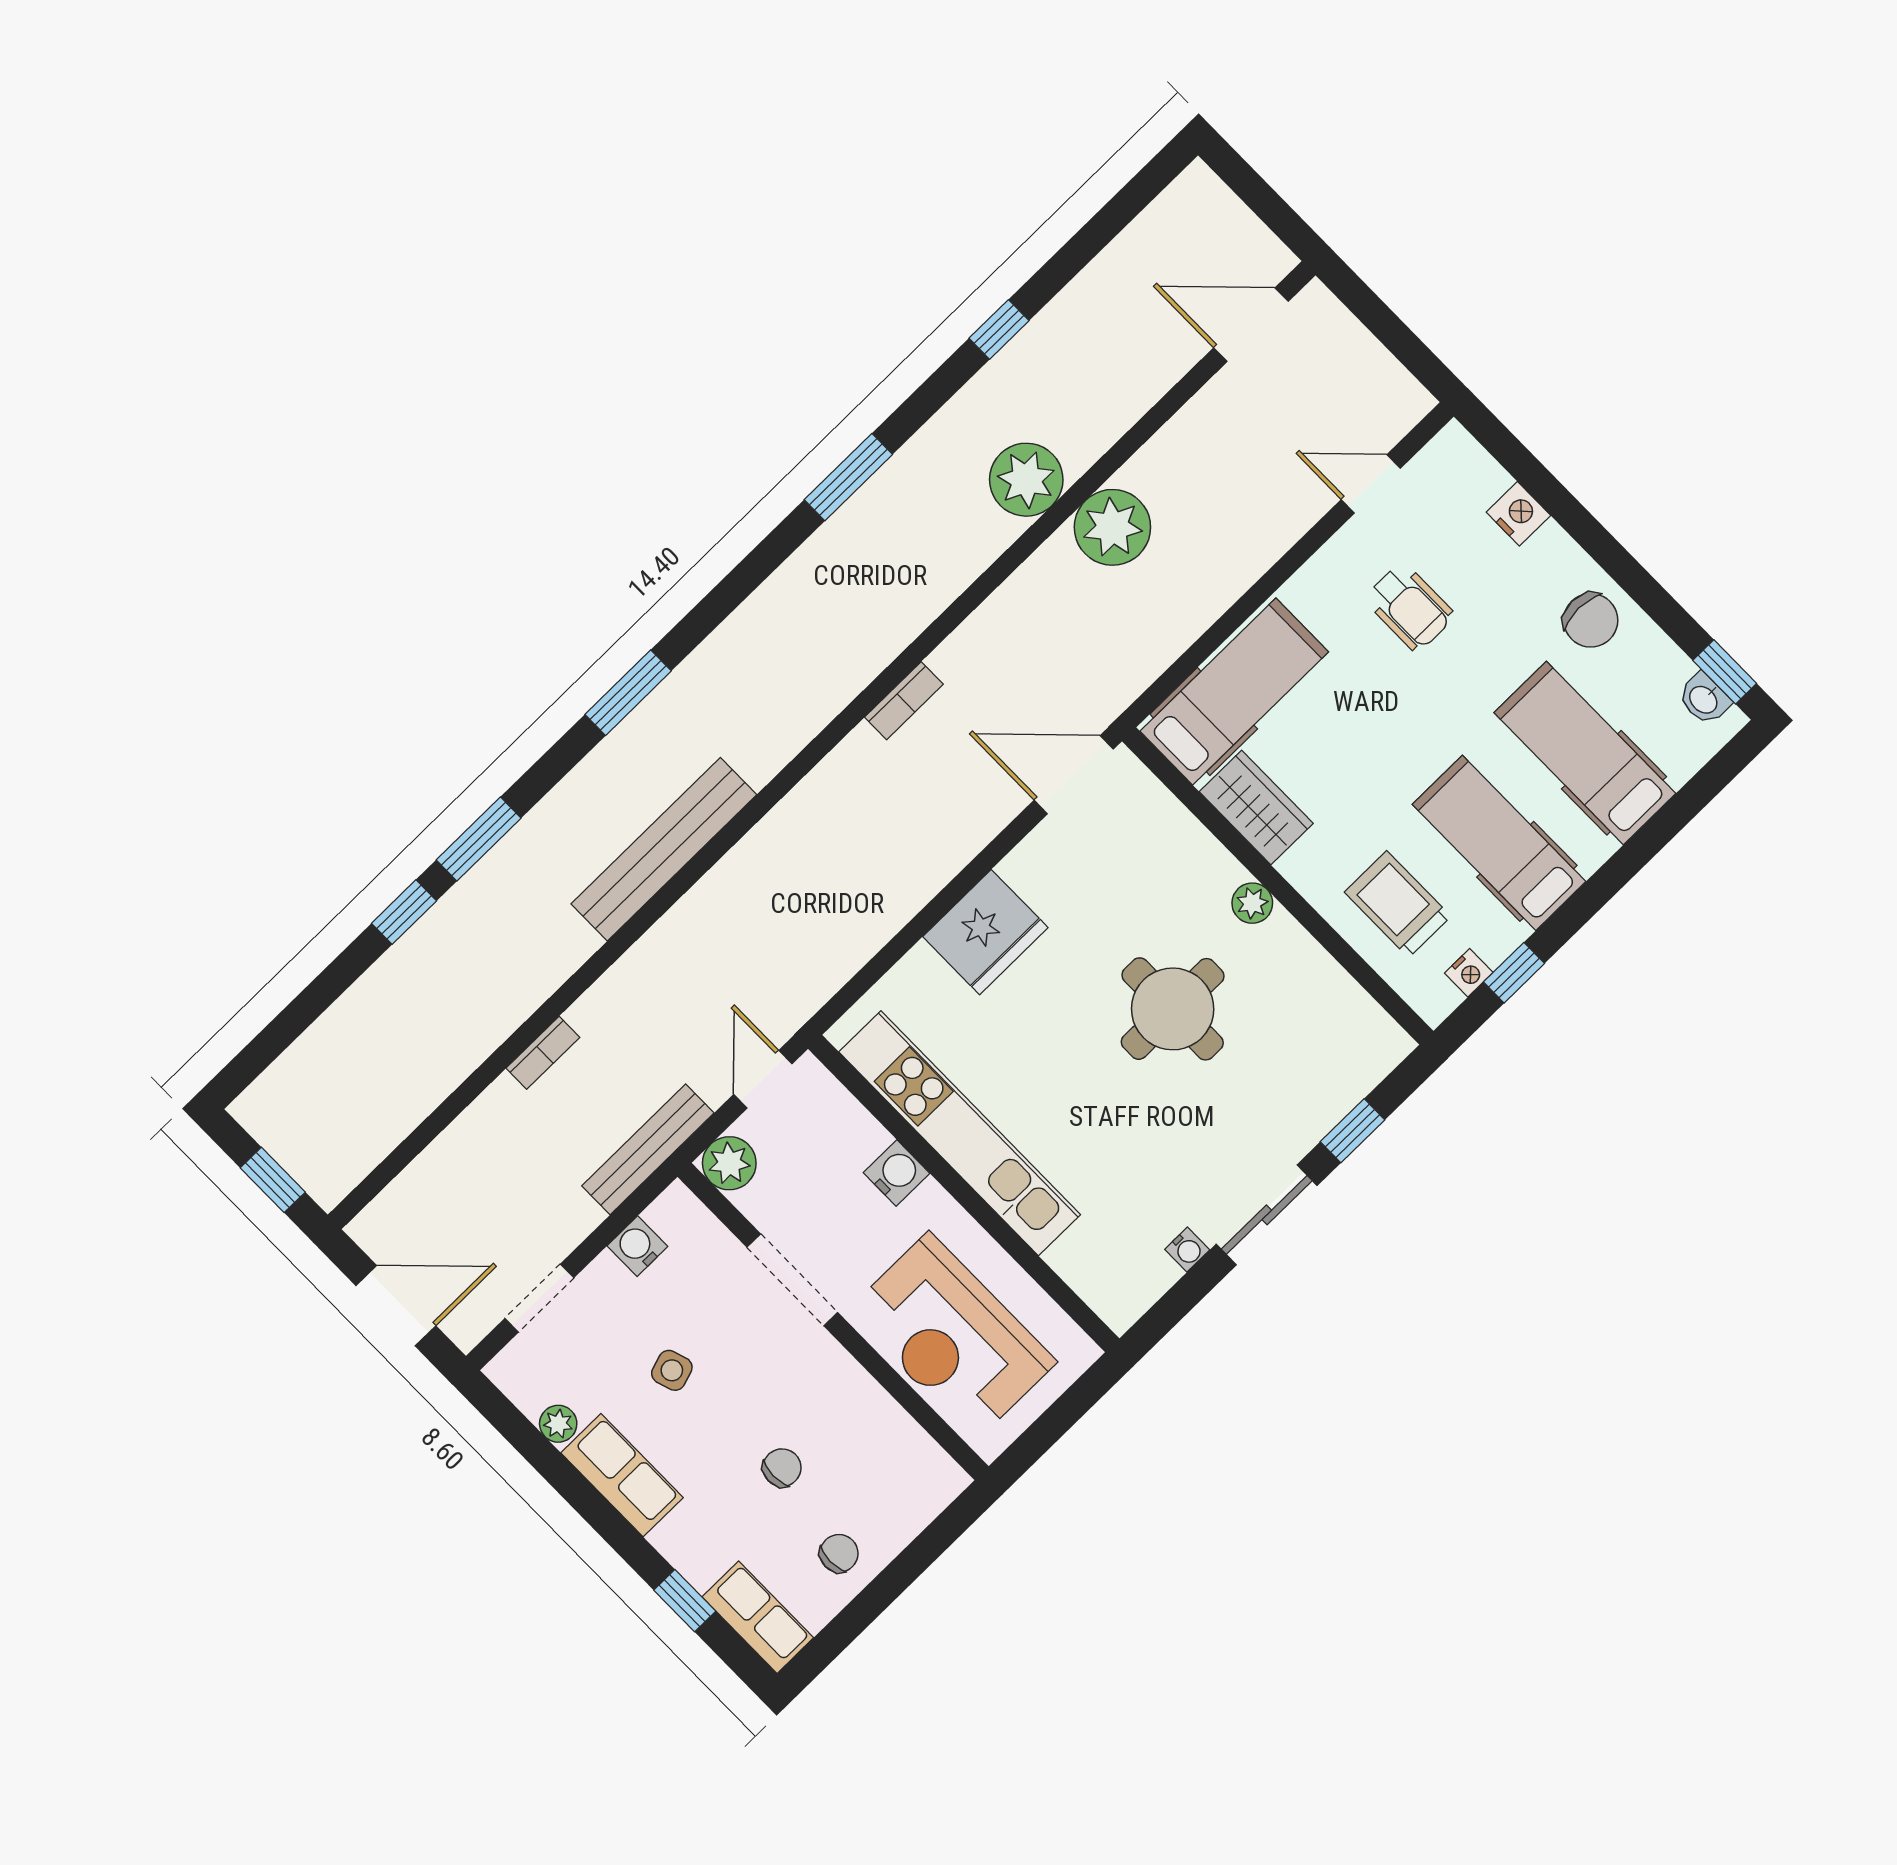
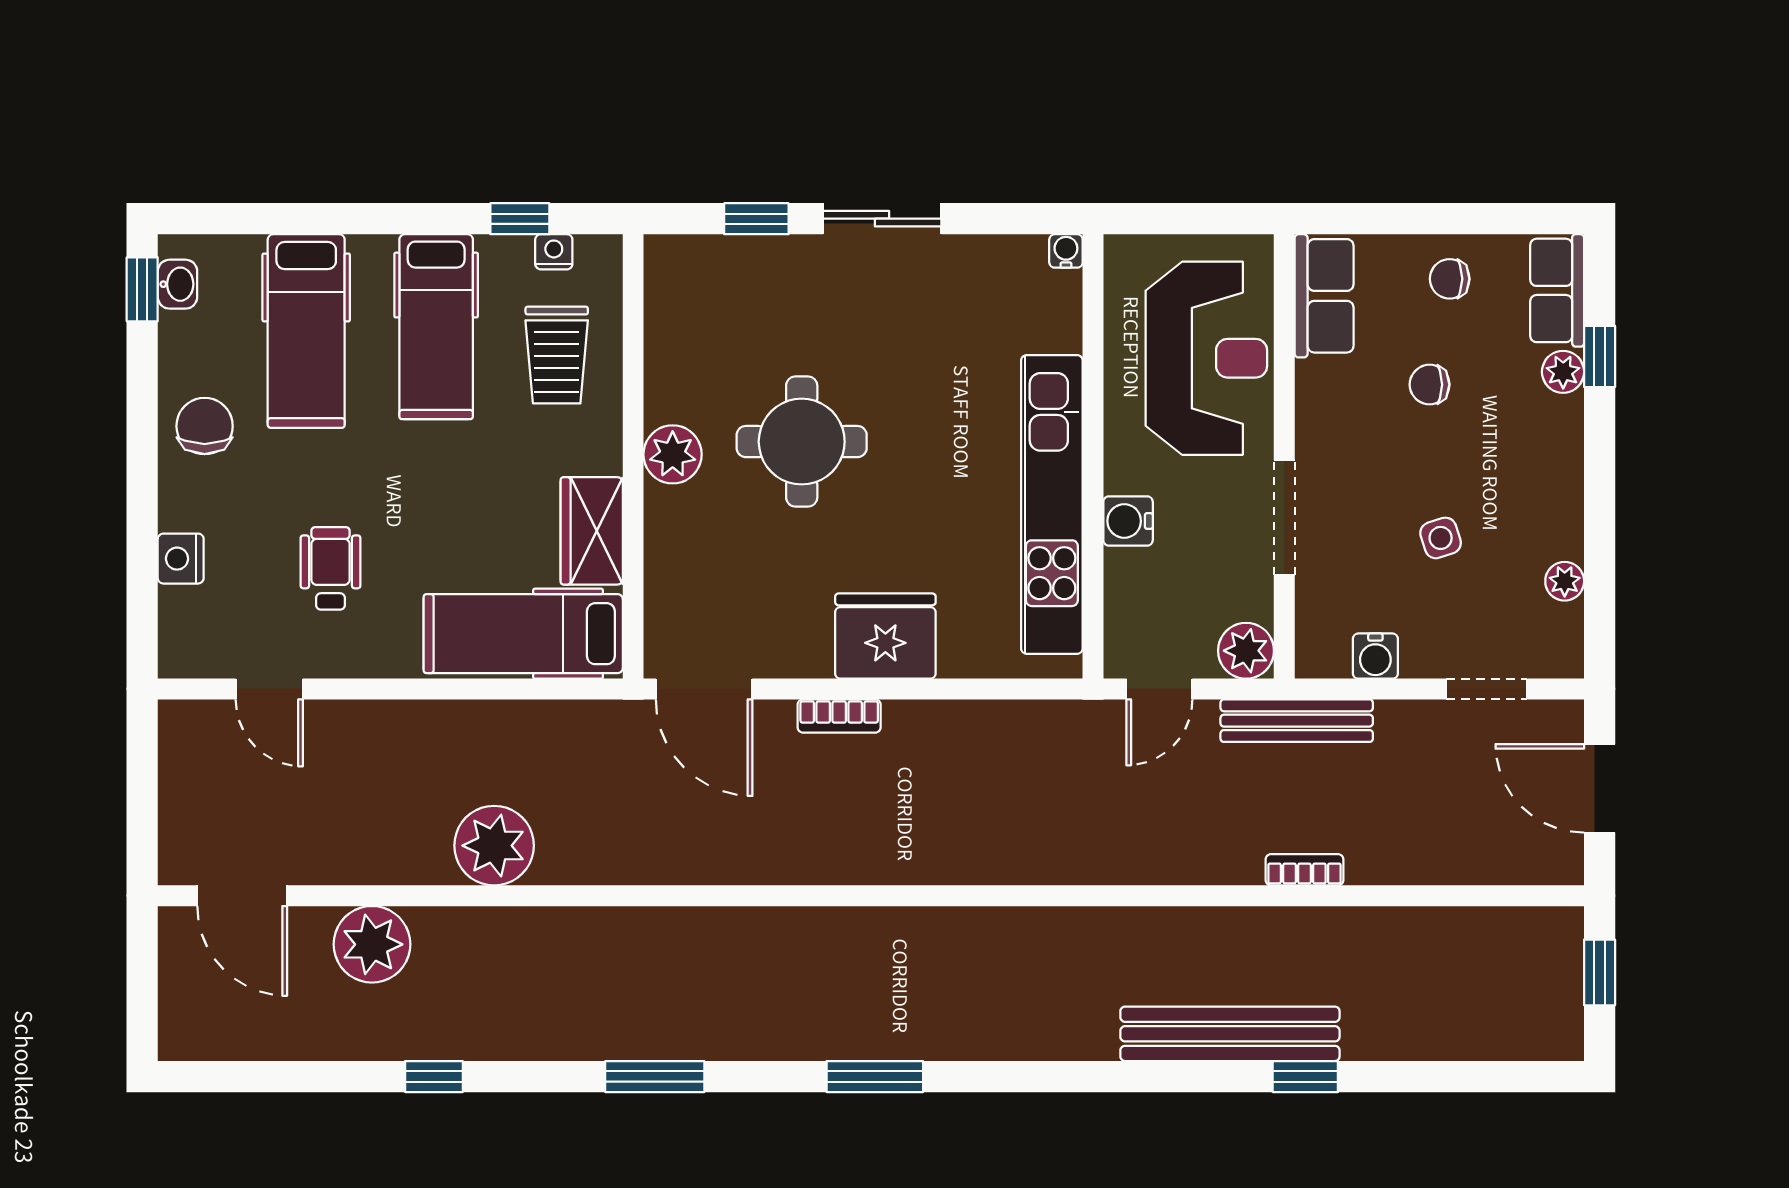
plant: (1026, 480) -> (372, 944), moved
window: (628, 693) -> (875, 1077), moved
bookcase: (904, 701) -> (839, 716), moved, turned 180
window: (479, 839) -> (1196, 1077), removed
bench: (664, 849) -> (1230, 1034), moved
plant: (1252, 903) -> (673, 454), width x1.38, depth x1.38
water cooler: (1187, 1250) -> (1066, 251), moved
row of seats: (622, 1475) -> (1324, 296), moved, turned 180
plant: (699, 1566) -> (1563, 372), added

